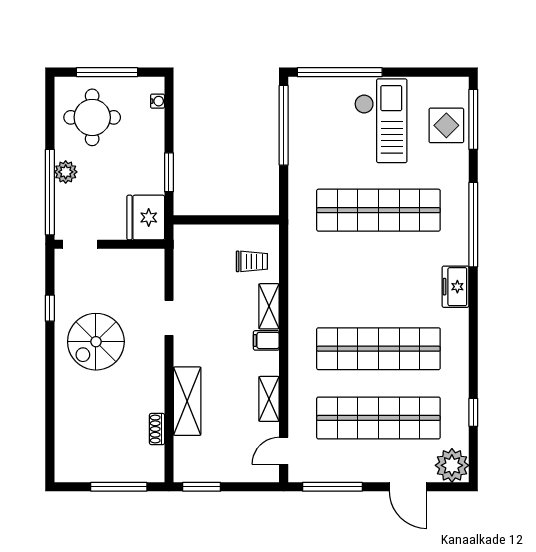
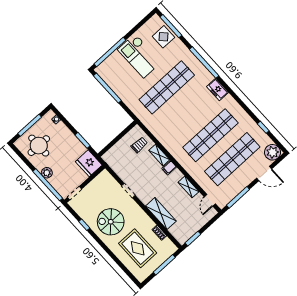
checkout: (381, 121) -> (139, 56), turned 180
spiral stairs: (96, 342) -> (111, 222), turned 90
rug: (100, 422) -> (138, 248), added

